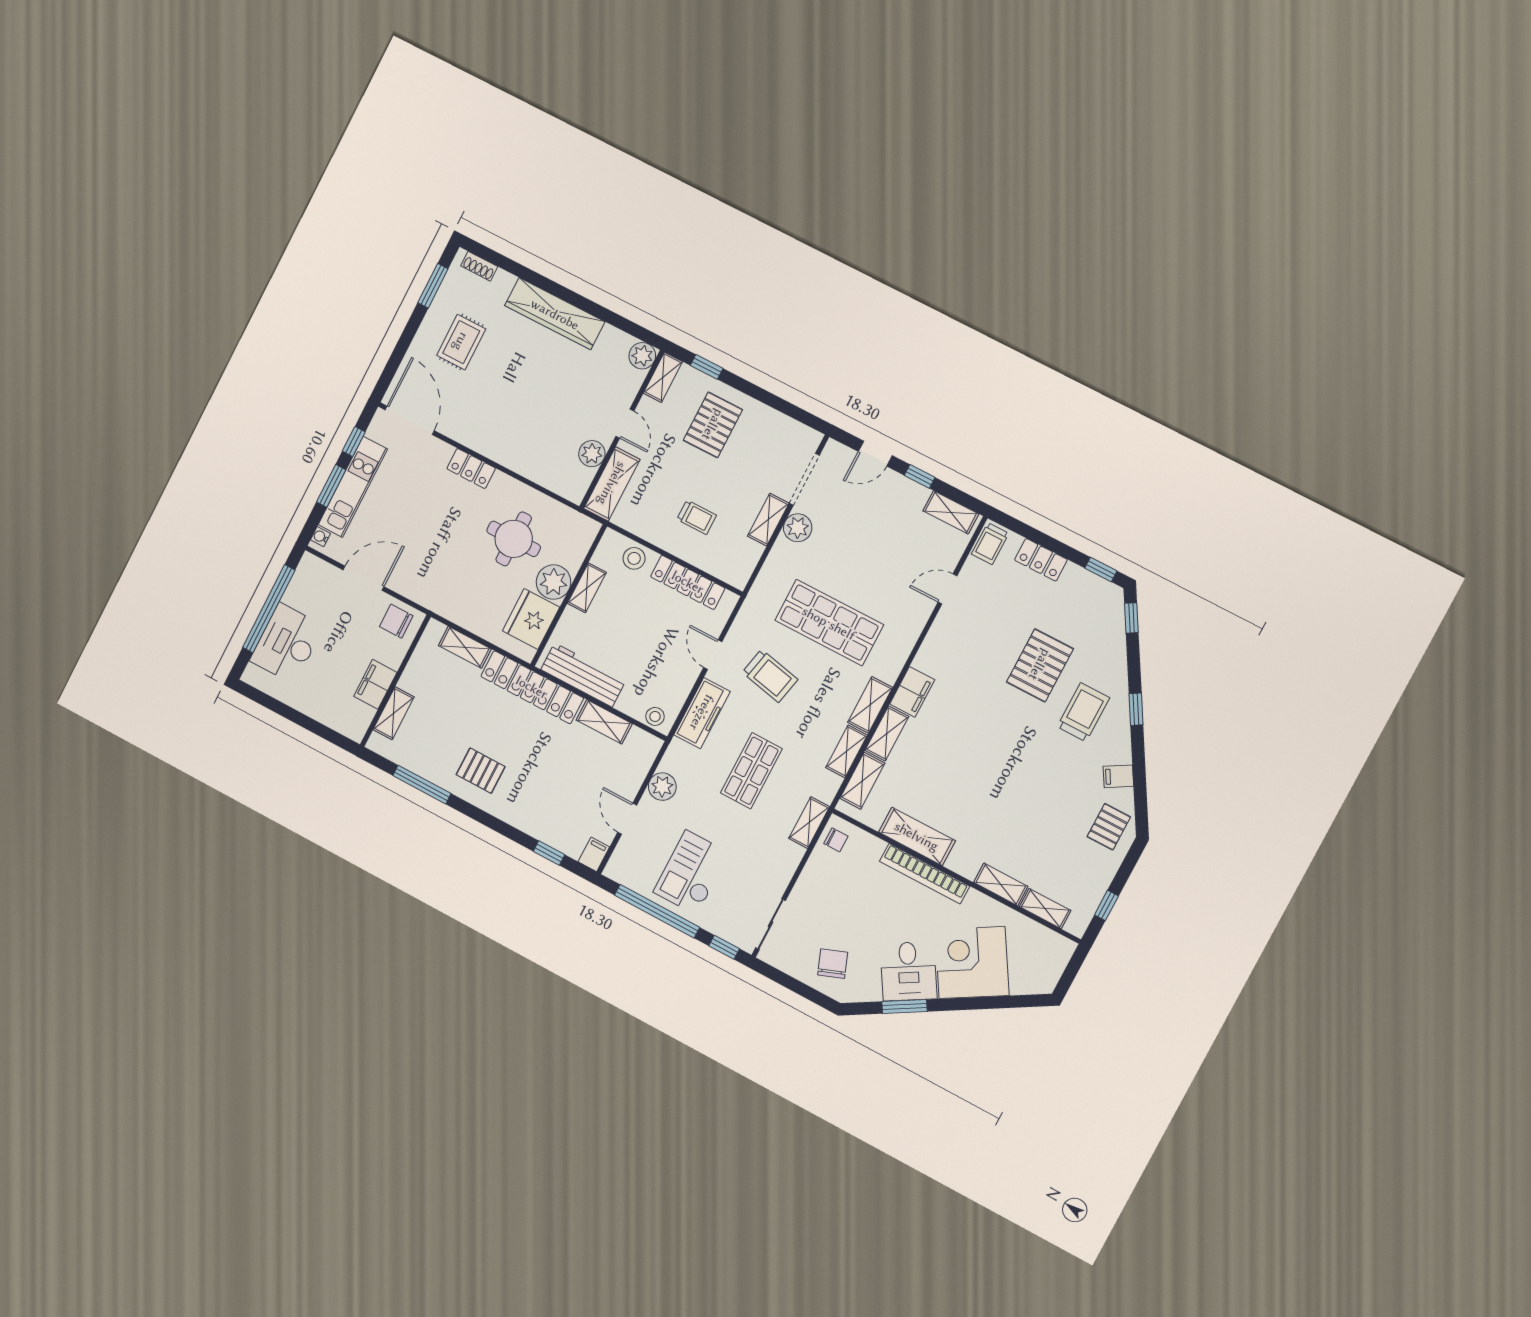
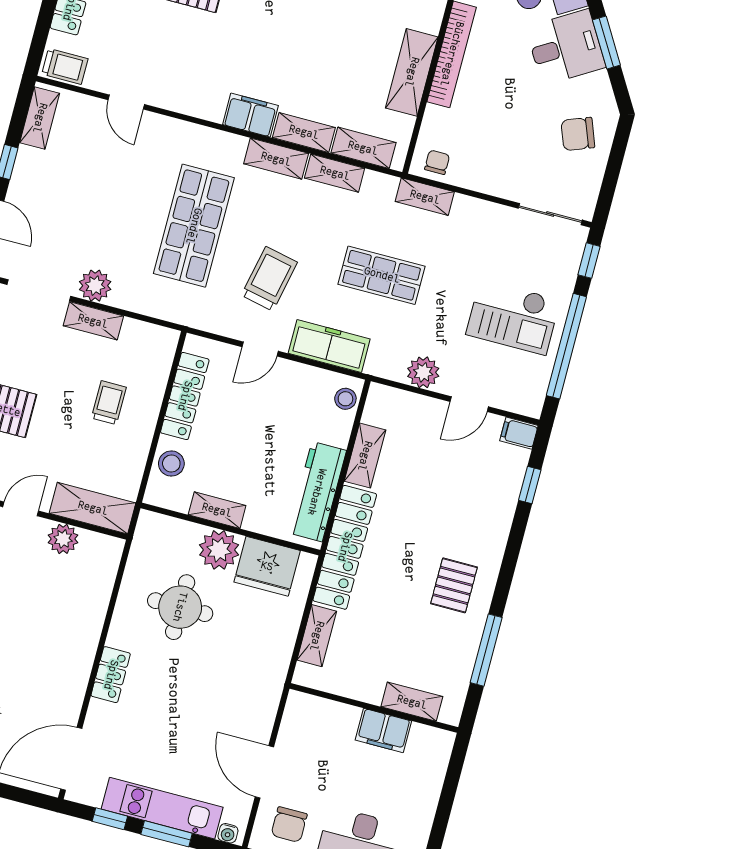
chair: (396, 621) -> (289, 825), moved

